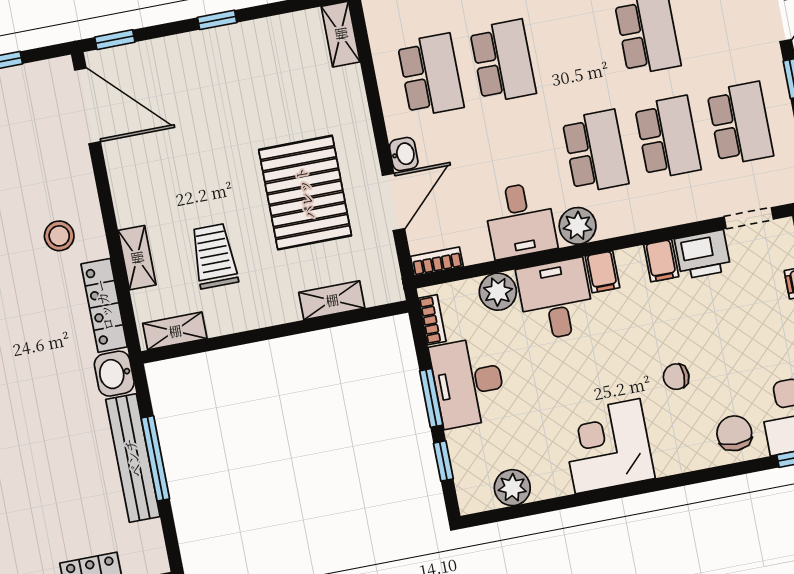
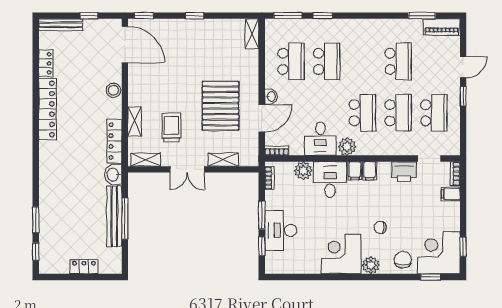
stool: (59, 236) -> (113, 90), moved
filing cabinet: (661, 261) -> (370, 171), moved
double door: (262, 334) -> (187, 169), added
desk: (468, 382) -> (281, 230), moved
plant: (512, 488) -> (371, 265), moved

